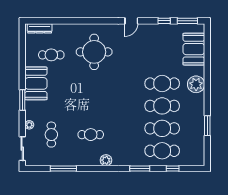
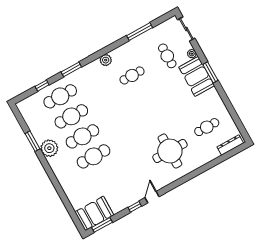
window: (164, 21) -> (135, 207), moved
booth: (194, 49) -> (94, 213), moved, turned 90
booth: (36, 83) -> (197, 76), moved
plant: (196, 84) -> (49, 148), moved

